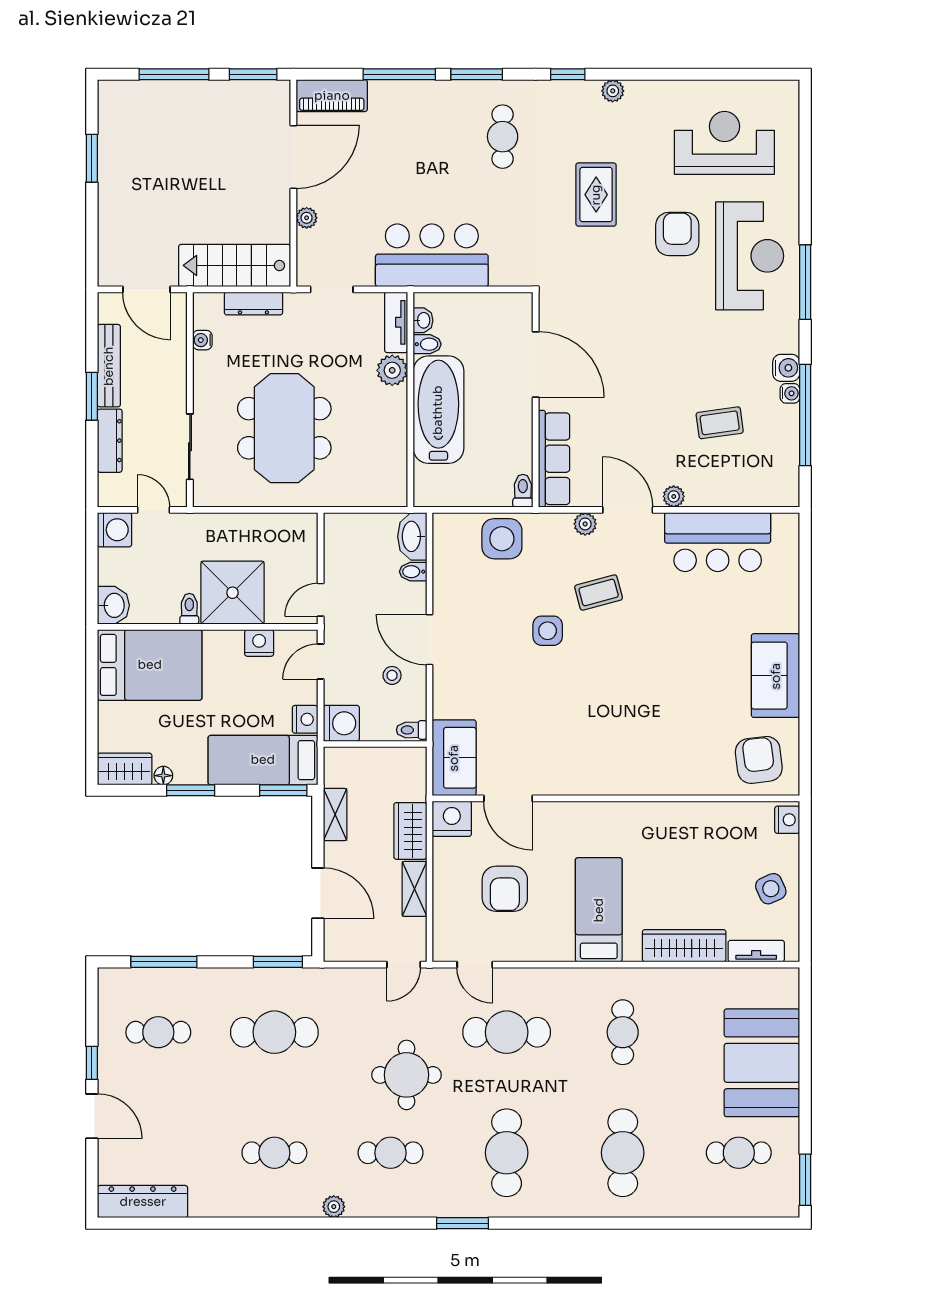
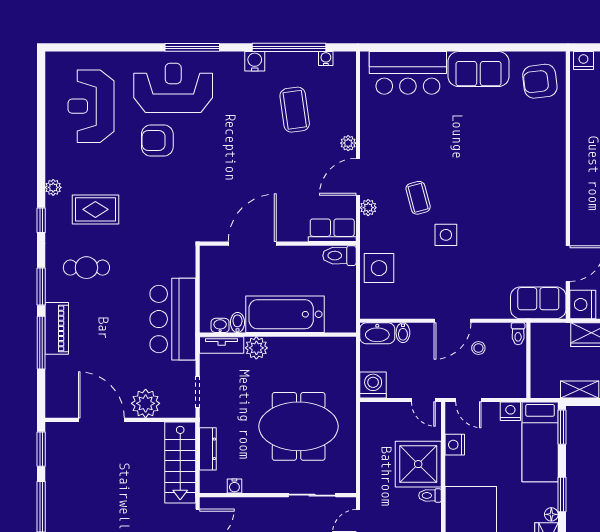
piano: (332, 96) -> (57, 328), moved
rug: (596, 195) -> (95, 209), moved
plant: (307, 218) -> (146, 403), width x1.87, depth x1.87
water cooler: (790, 393) -> (326, 59), moved
coffee table: (720, 423) -> (295, 110), width x1.36, depth x1.30
row of seats: (554, 459) -> (332, 230), width x0.68
toilet: (523, 491) -> (339, 256), width x1.37, depth x1.39
bar counter: (718, 542) -> (408, 73), moved, turned 90
washing machine: (341, 723) -> (373, 385), moved

